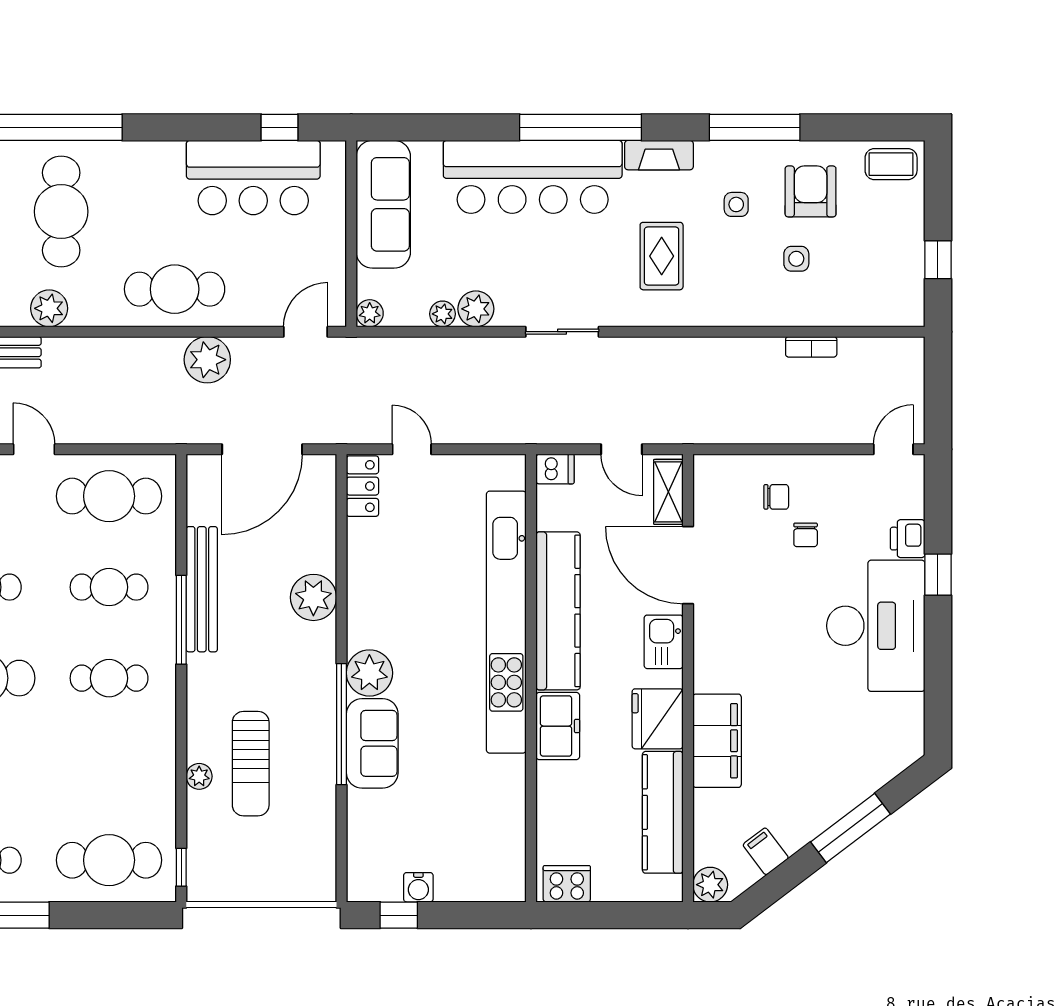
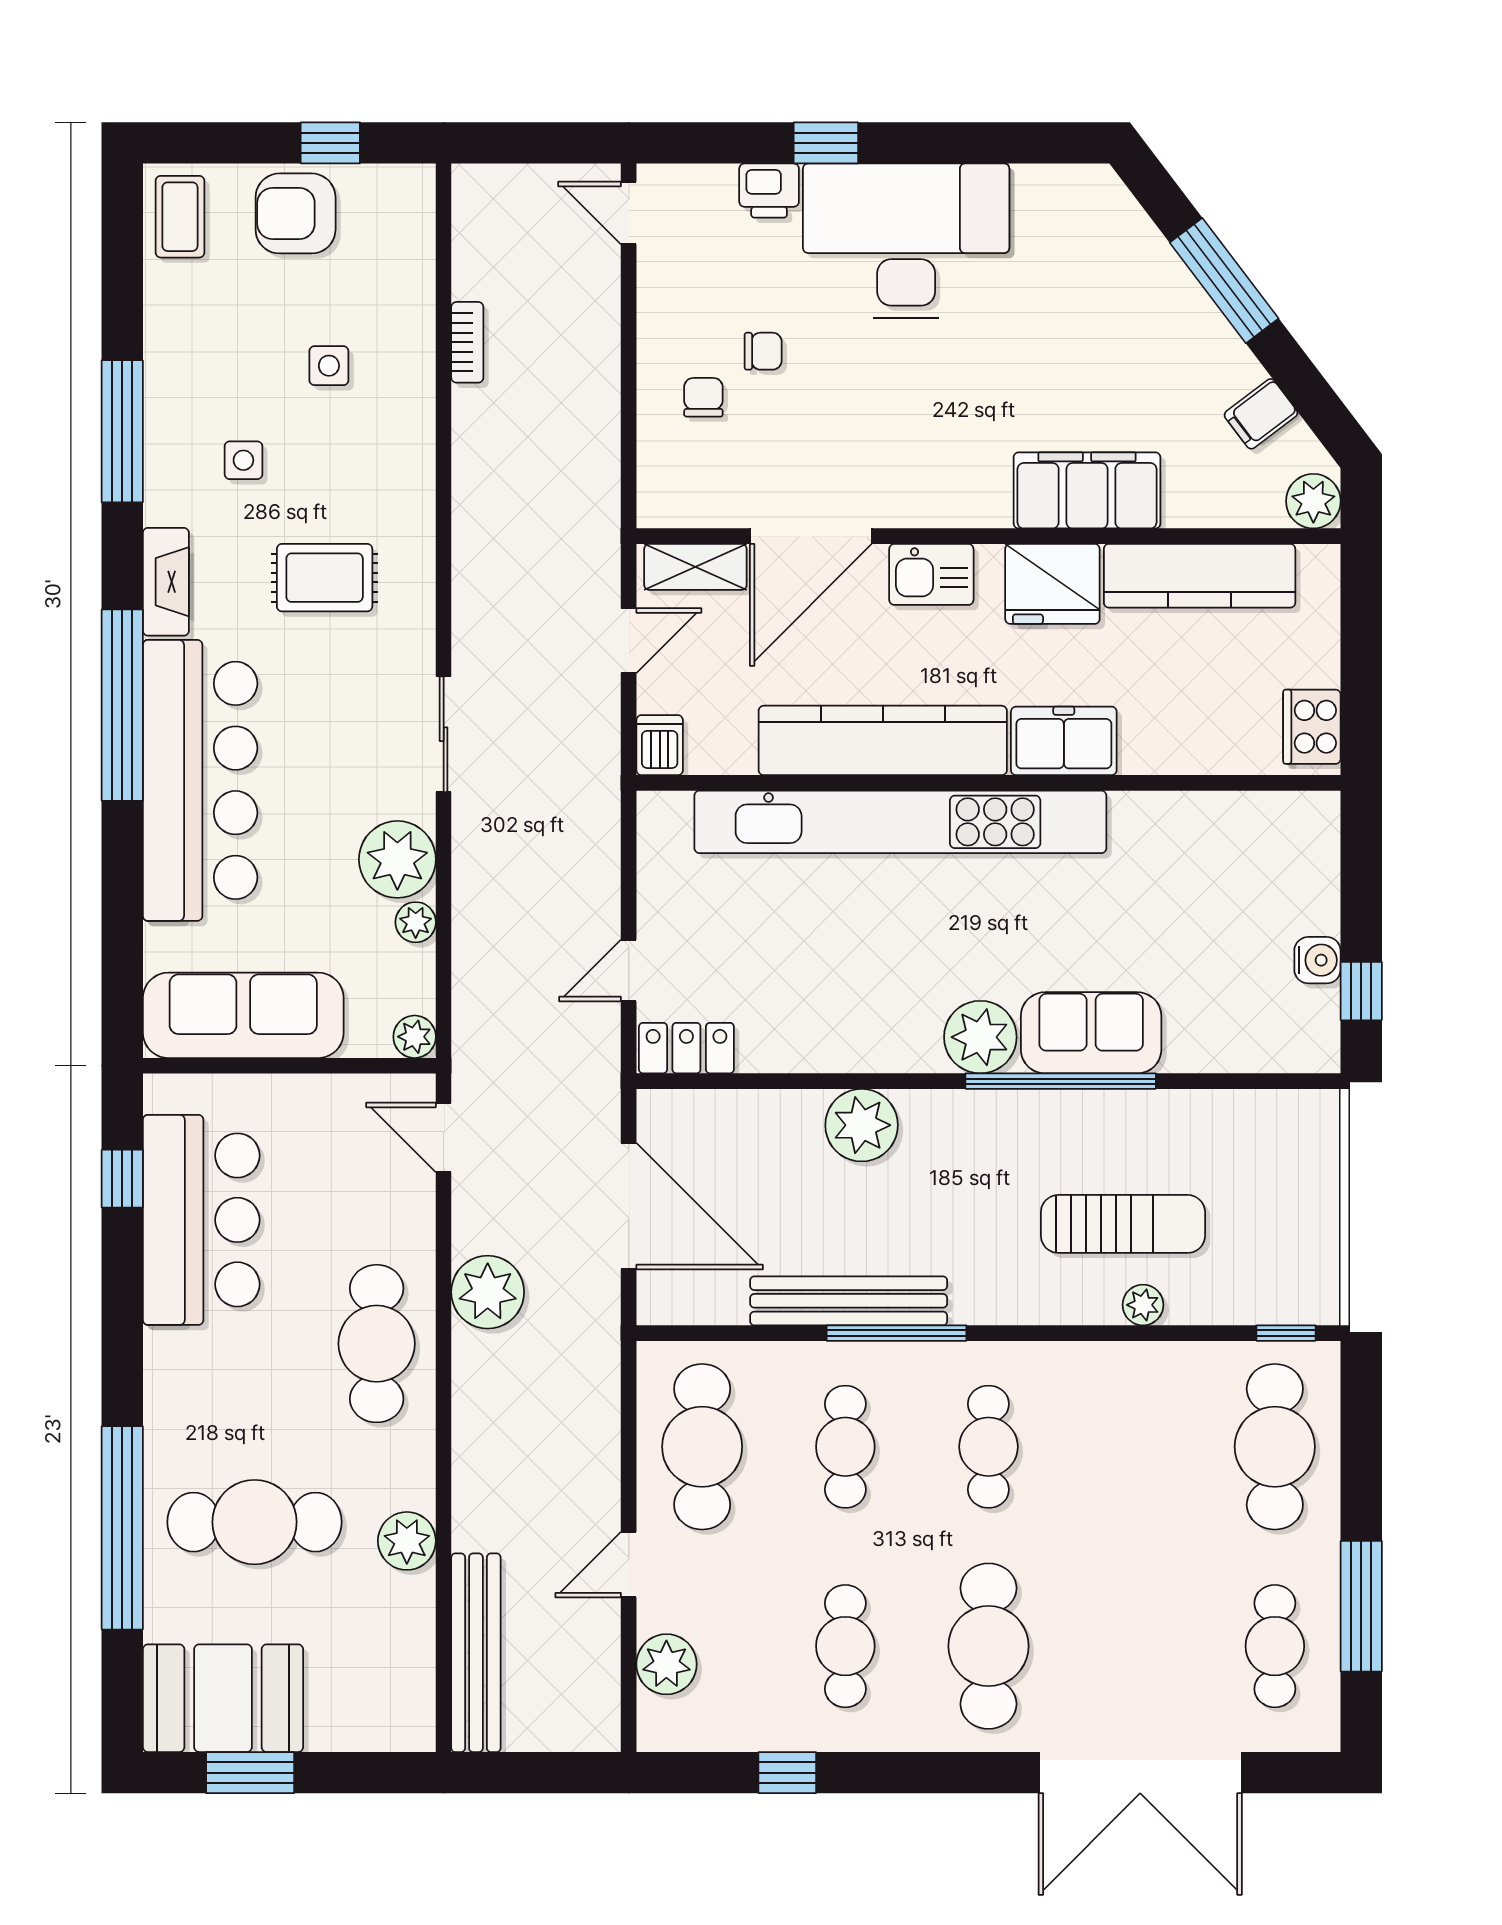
armchair: (811, 191) -> (296, 213), moved
plant: (476, 309) -> (397, 859), width x1.36, depth x1.36

